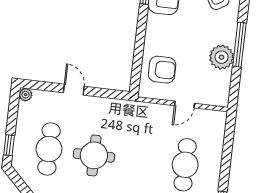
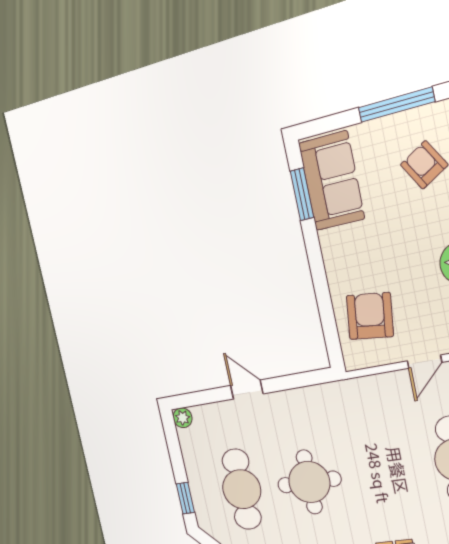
armchair: (162, 70) -> (370, 316), turned -83

